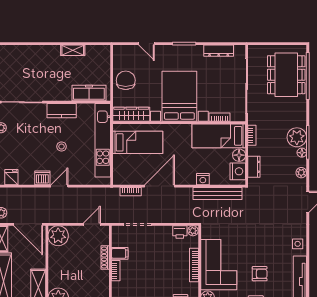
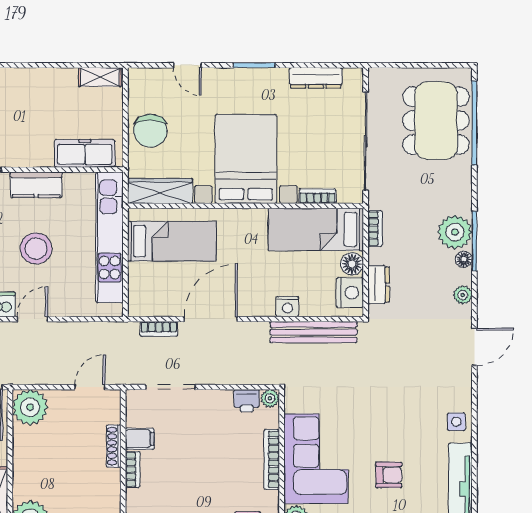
shelving: (73, 50) -> (100, 77), moved
chair: (126, 80) -> (150, 131), turned 180
stool: (62, 147) -> (36, 248), width x1.89, depth x1.89

